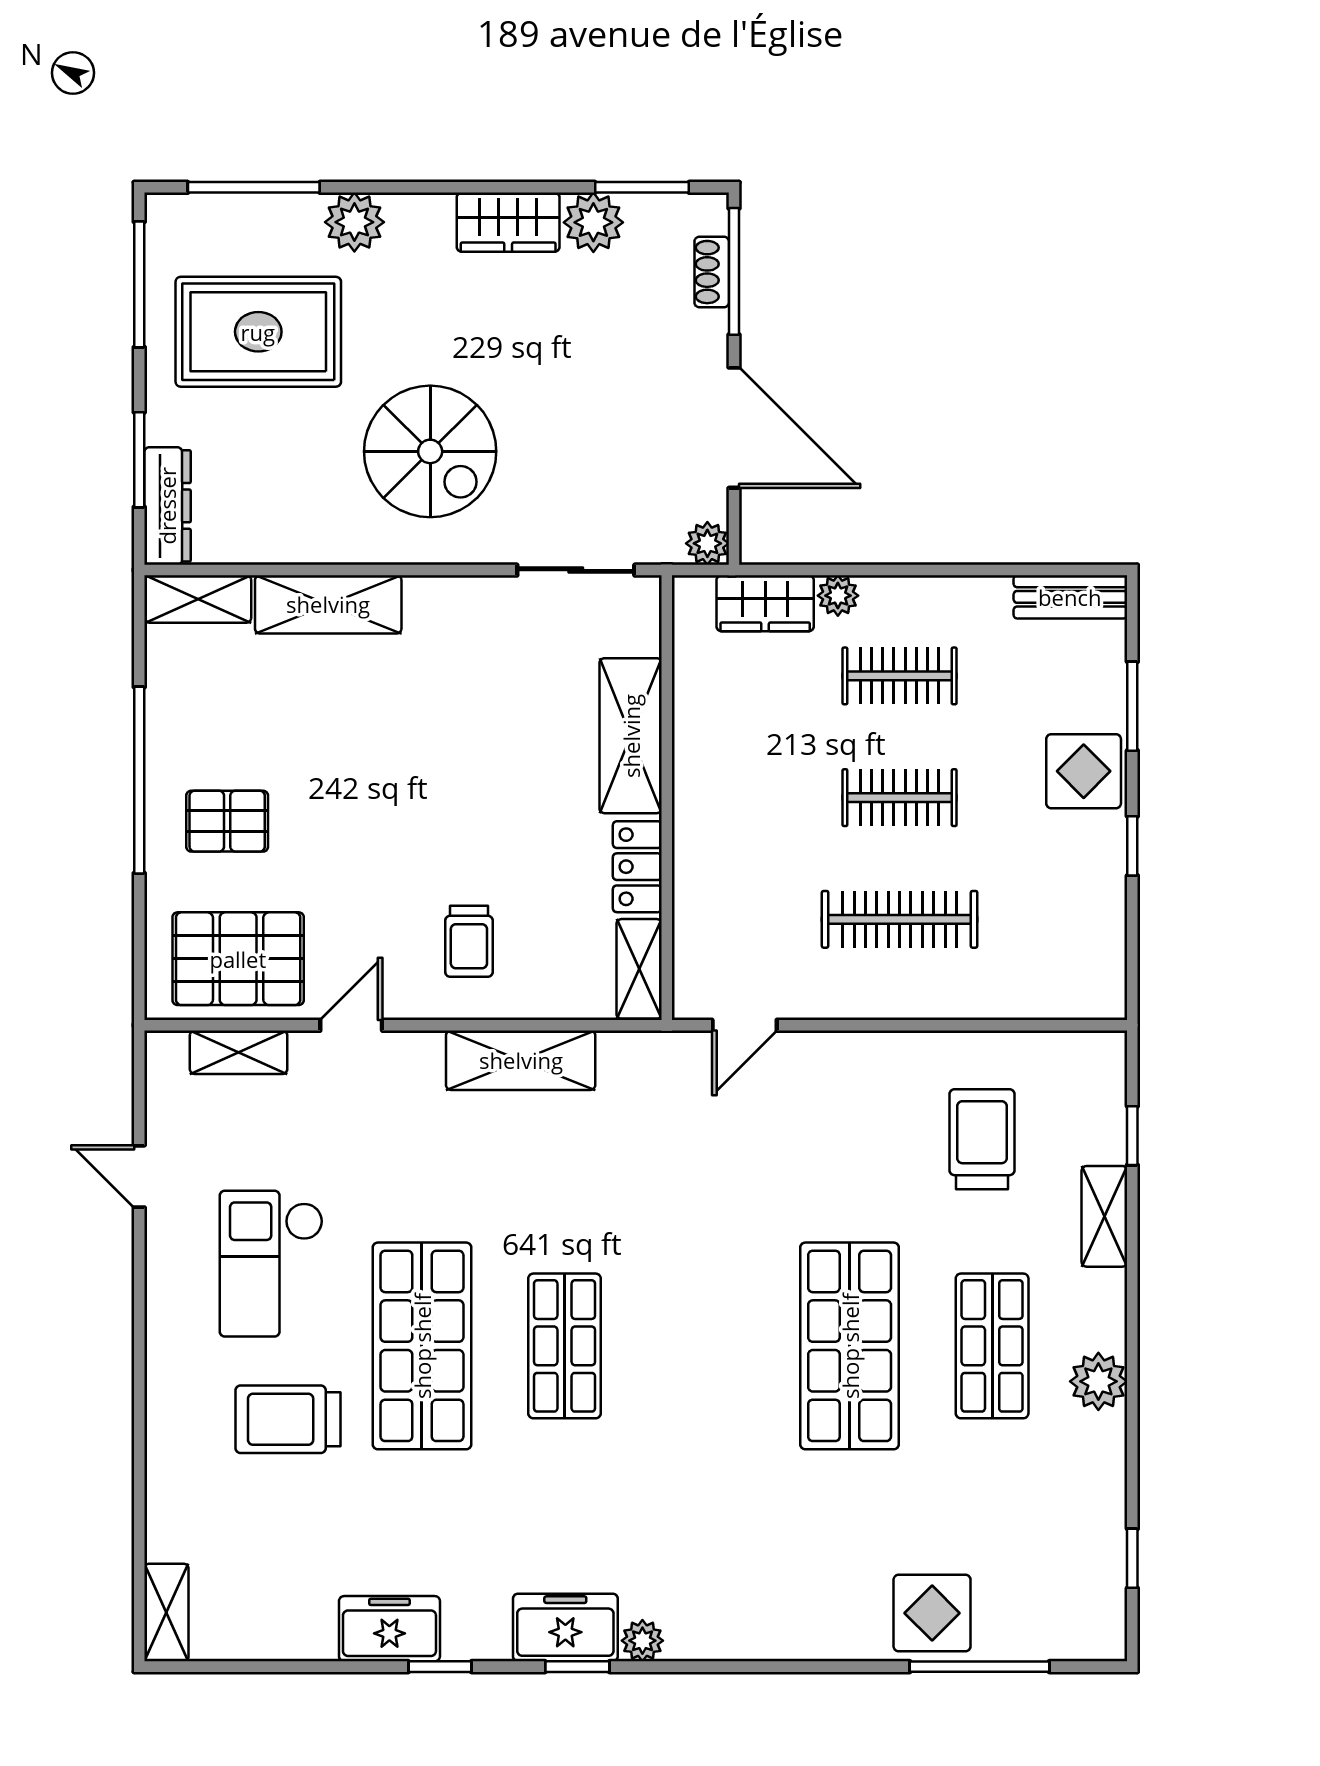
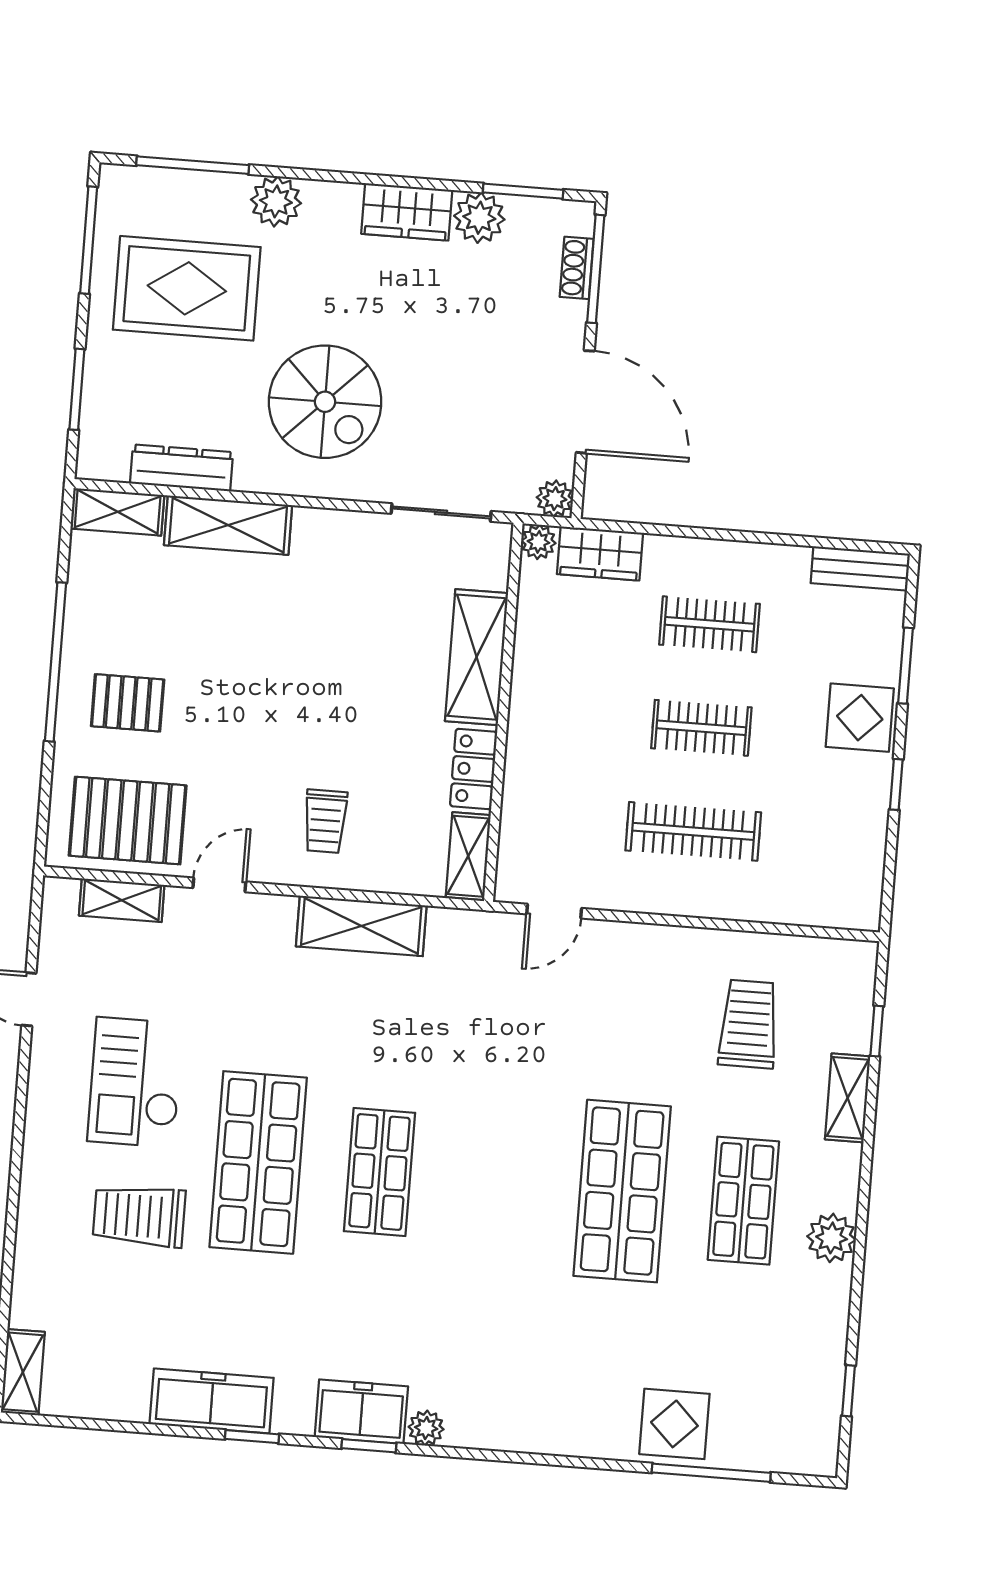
dresser: (167, 506) -> (182, 468), moved, turned -90
plant: (838, 596) -> (538, 542), moved
freezer: (389, 1629) -> (212, 1401), width x1.40

